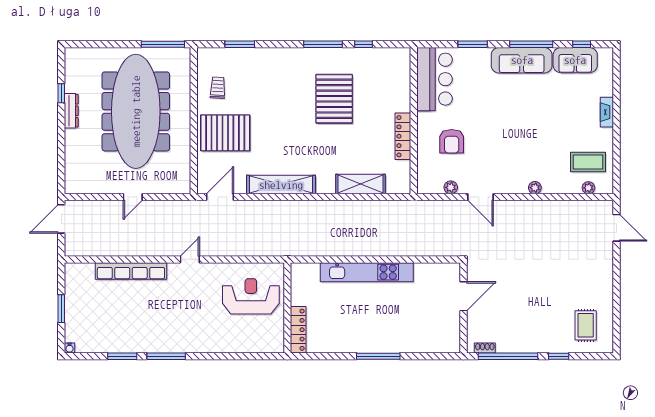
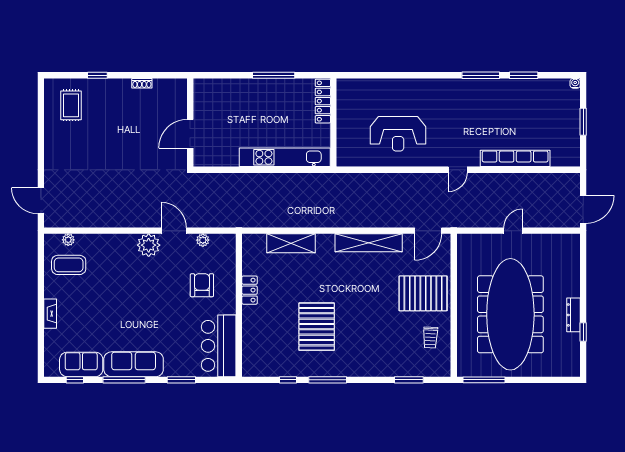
locker: (403, 136) -> (250, 290), width x0.66
plant: (535, 188) -> (149, 245), moved, width x1.88, depth x1.88
wall: (287, 308) -> (333, 122), moved
locker: (298, 330) -> (323, 101), moved
shoe rack: (485, 348) -> (142, 83), moved
window: (508, 356) -> (147, 75), removed

